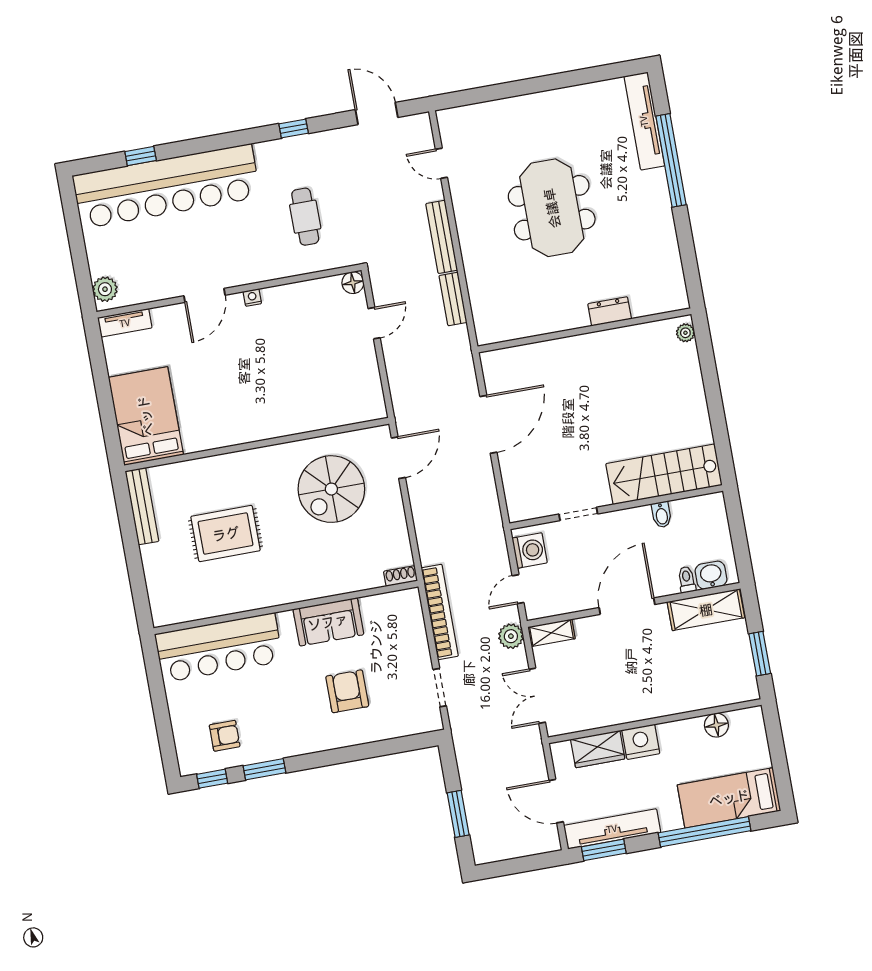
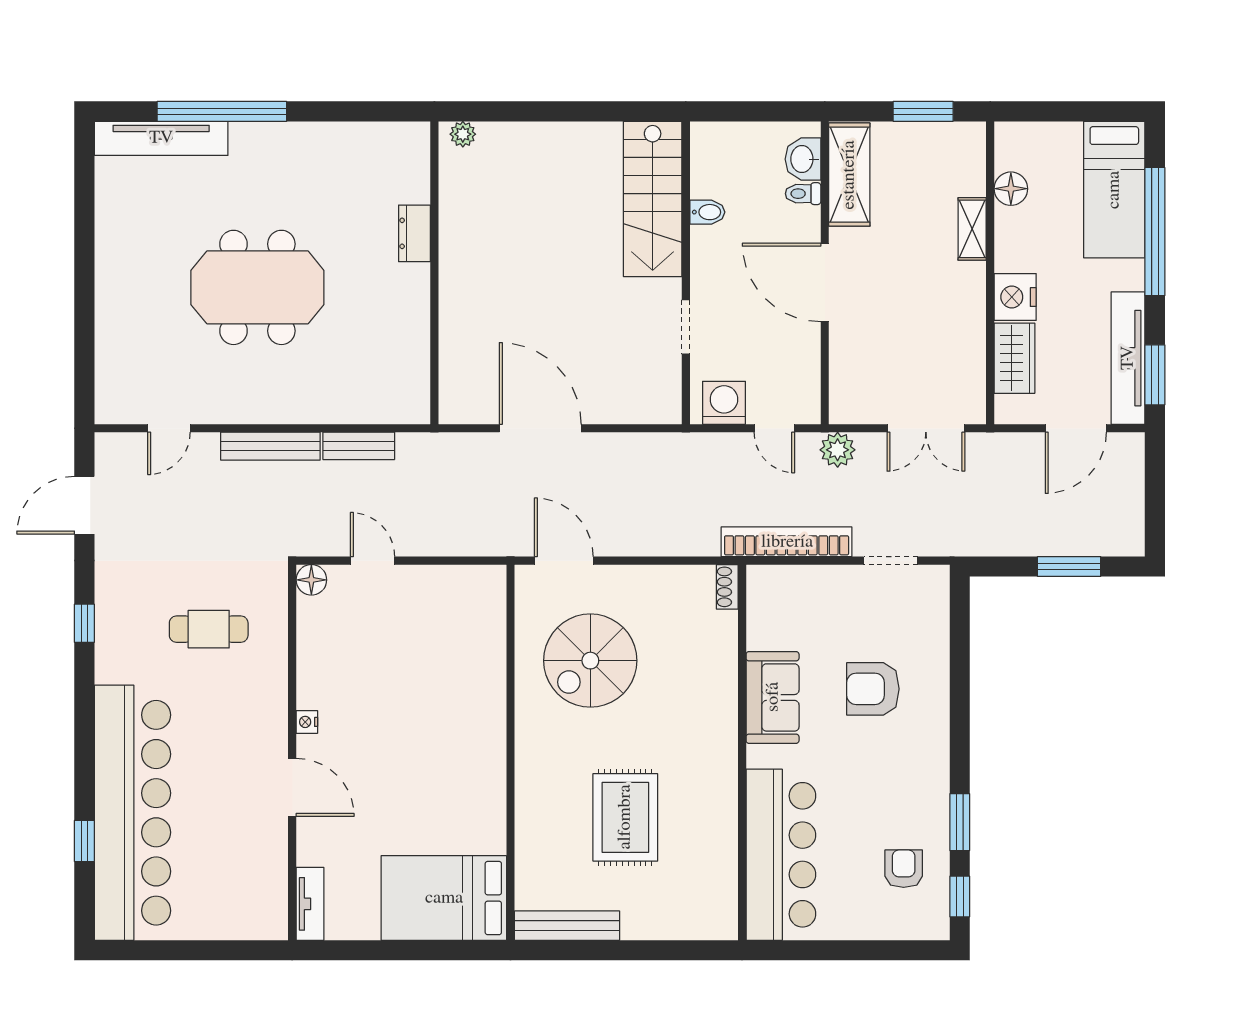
plant: (105, 289) -> (259, 923), removed
spiral stairs: (331, 489) -> (590, 661), turned 90
shelving: (551, 633) -> (972, 229), moved

